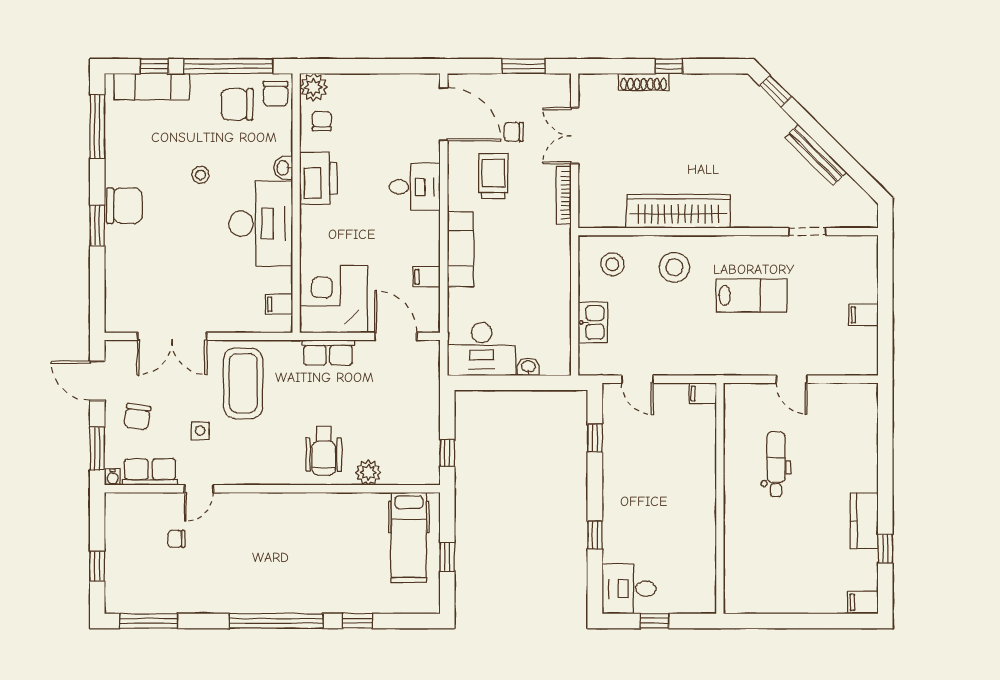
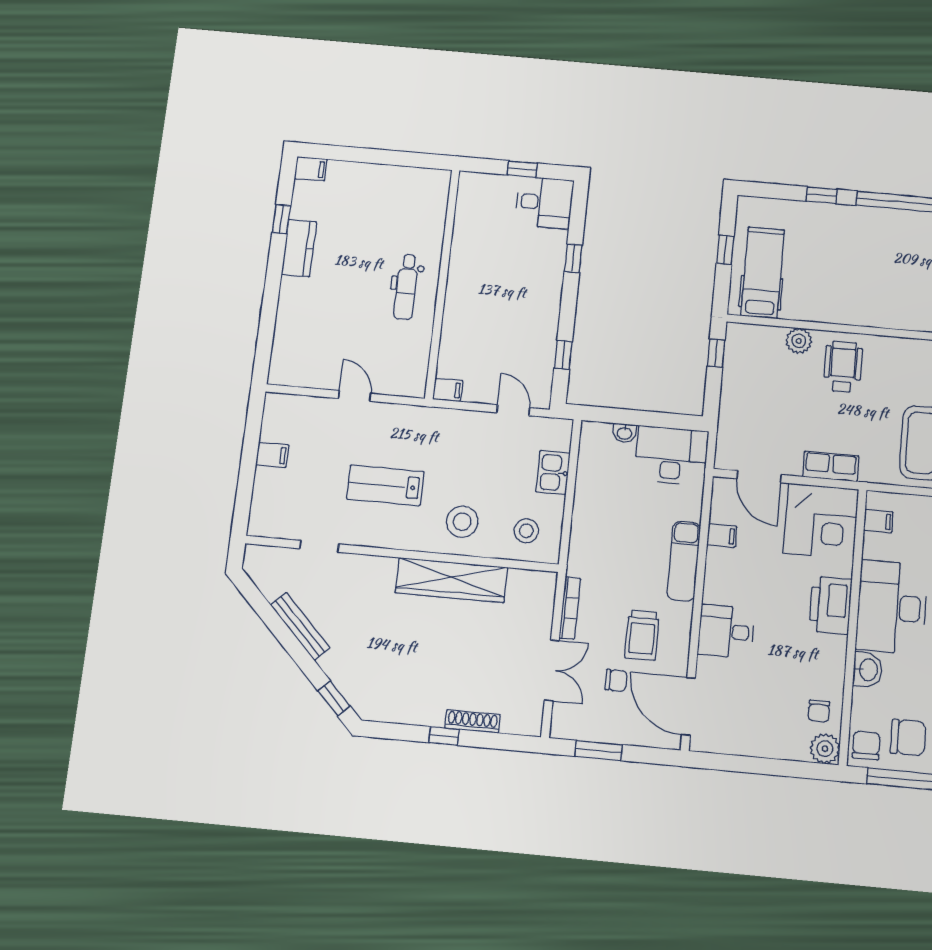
washbasin: (283, 168) -> (868, 670), width x1.38, depth x1.45
printer: (318, 178) -> (831, 605), moved
dental chair: (776, 464) -> (406, 287), moved

